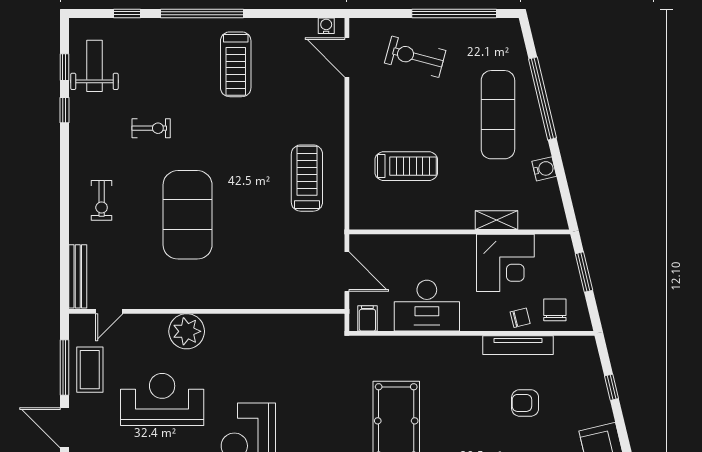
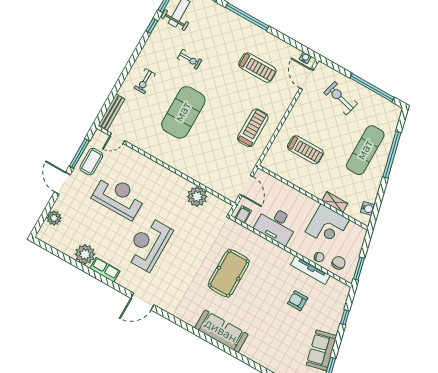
treadmill: (236, 64) -> (257, 68), moved, turned -90
water cooler: (544, 169) -> (368, 209), moved
window: (584, 272) -> (359, 269), moved
plant: (187, 331) -> (197, 197), moved

